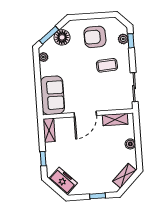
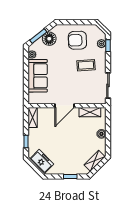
sofa: (52, 95) -> (38, 76), moved

